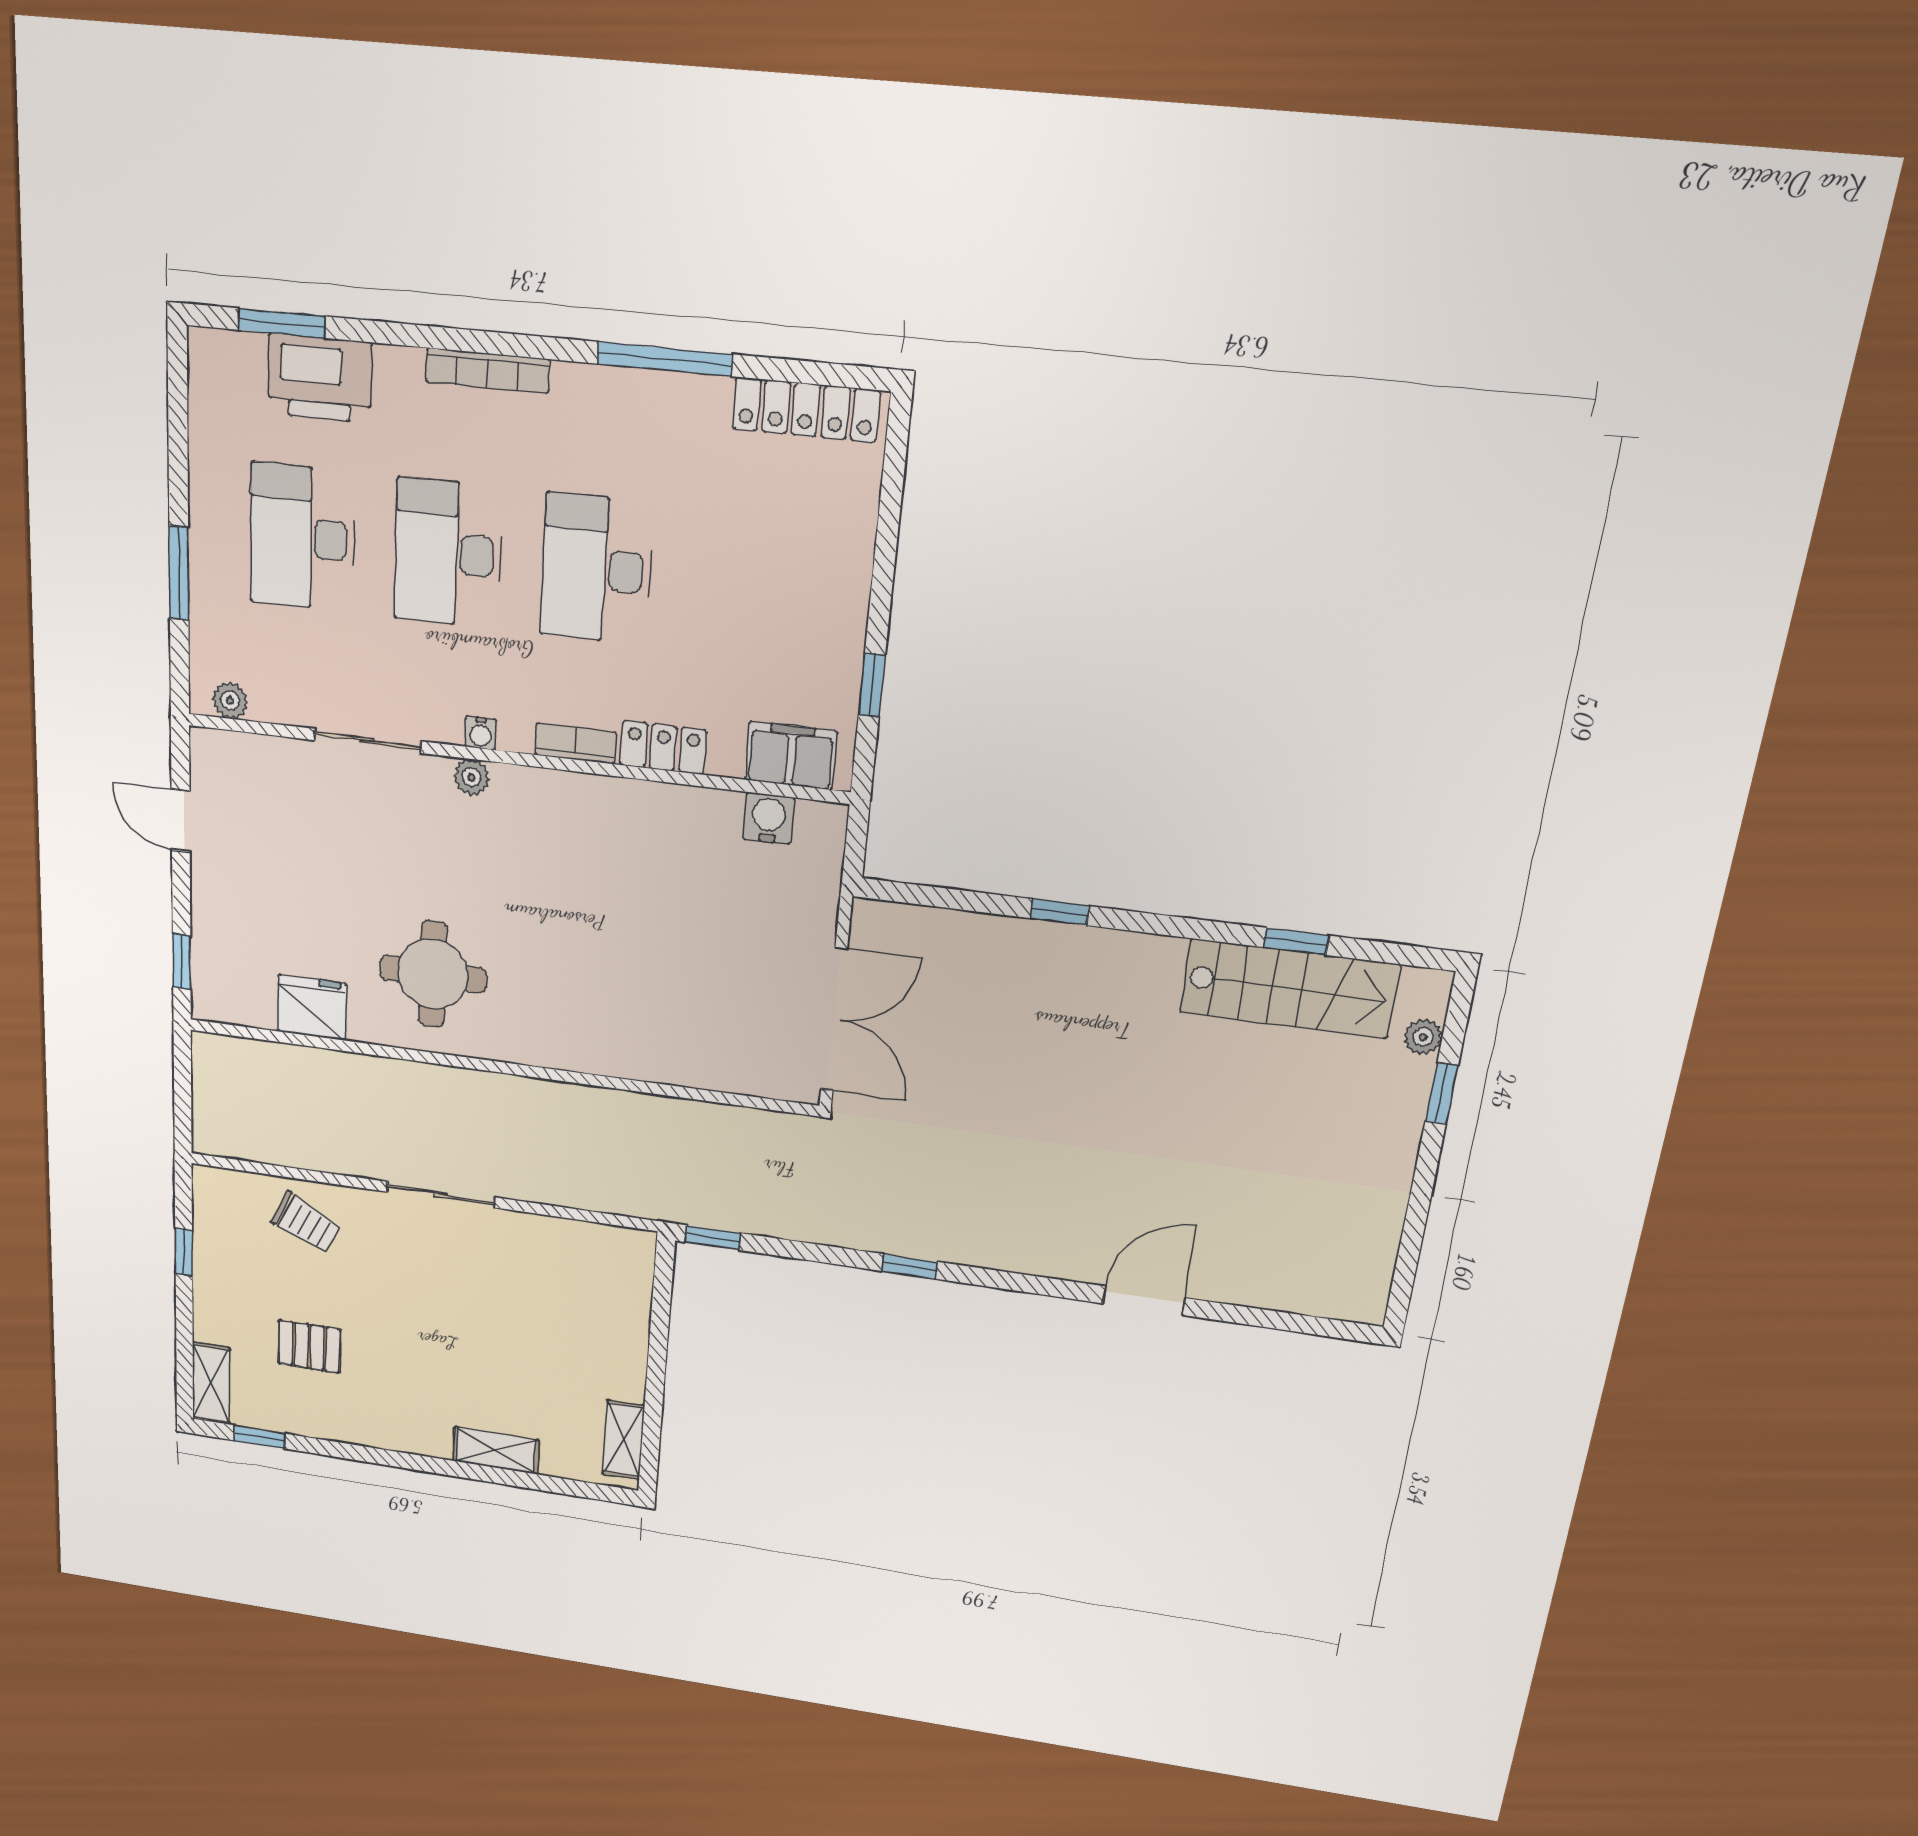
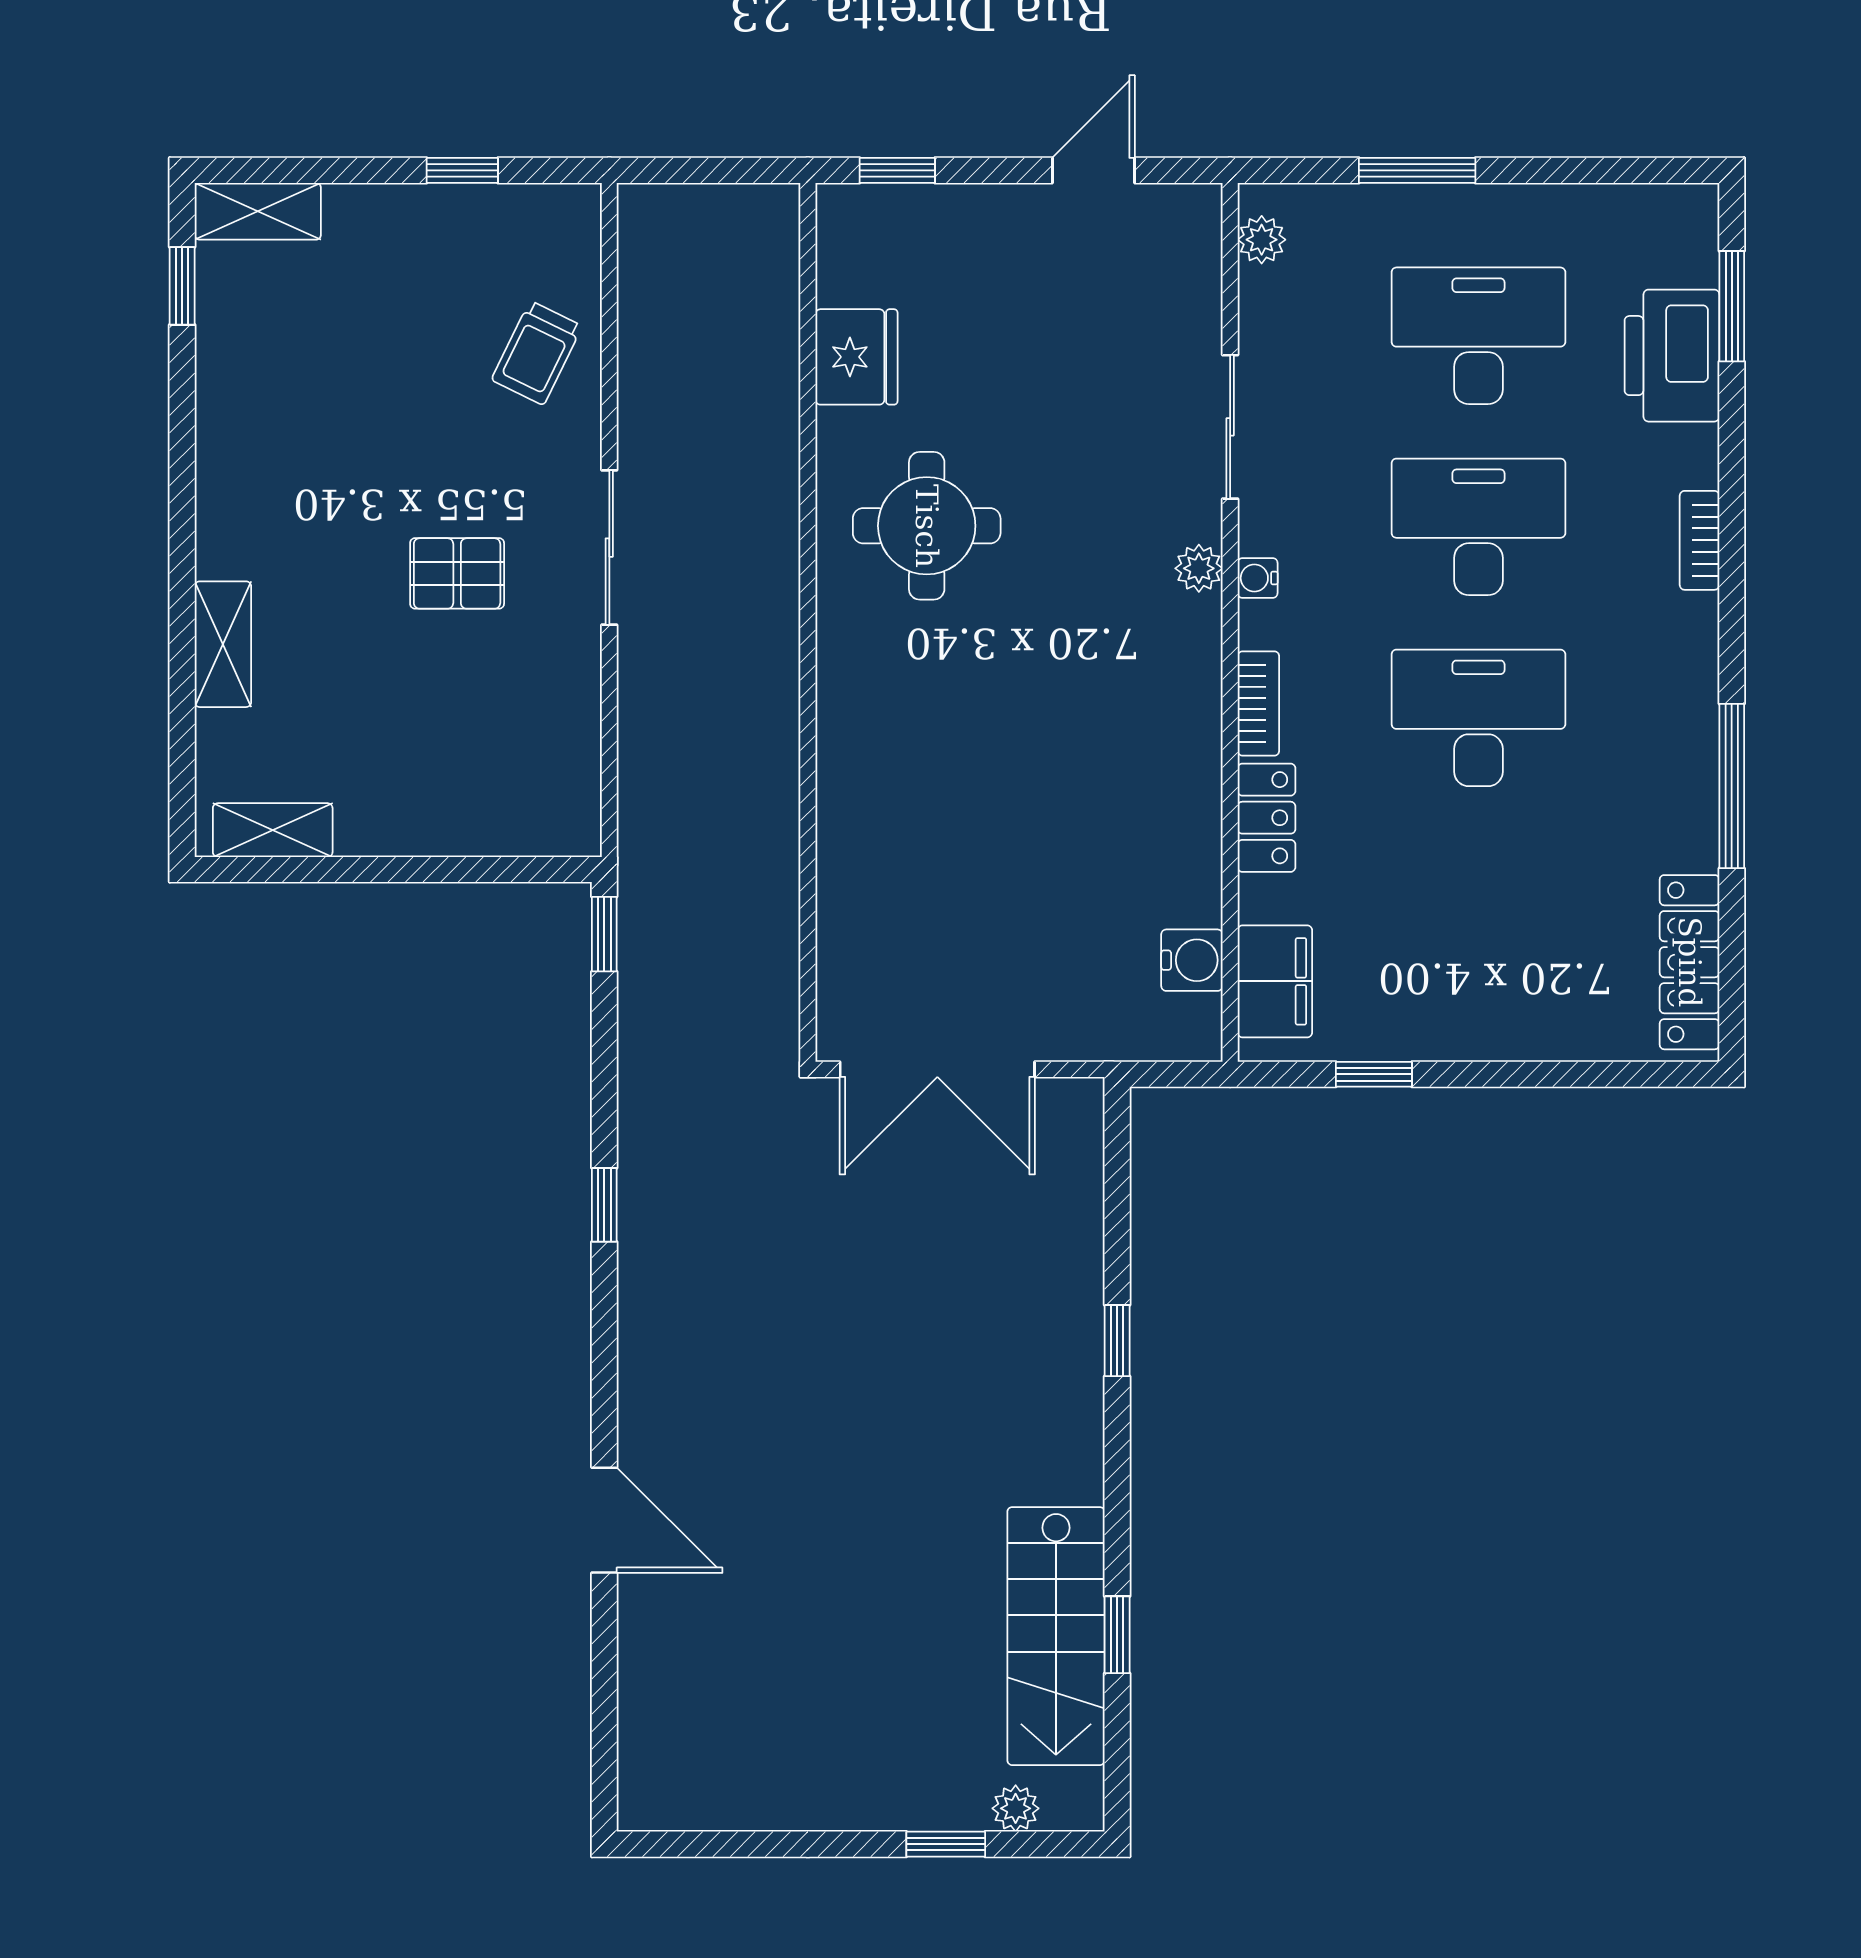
bookcase: (487, 370) -> (1700, 540), width x0.64
pallet: (309, 1347) -> (457, 573), moved, turned 90

